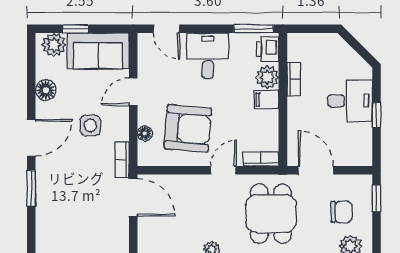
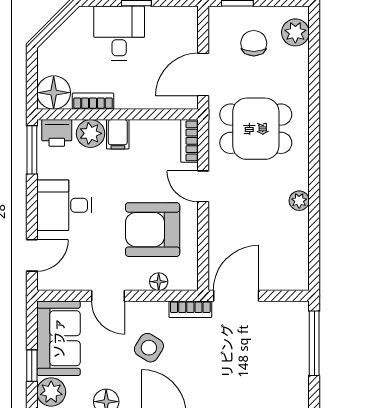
floor lamp: (301, 47) -> (54, 93), added
side table: (90, 125) -> (149, 348), turned 32
armchair: (188, 128) -> (153, 230), turned -95

